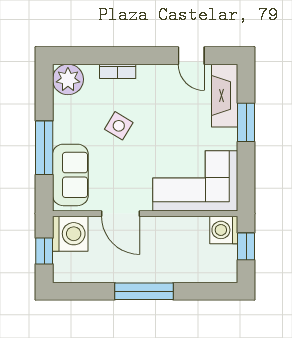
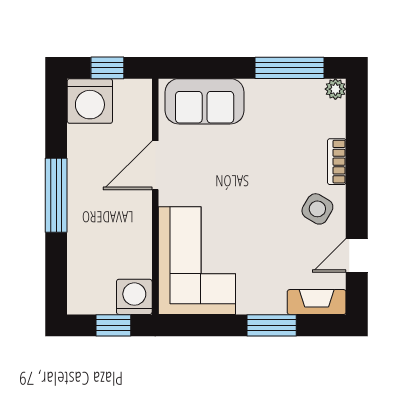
plant: (68, 79) -> (335, 89), width x0.53, depth x0.53
fireplace: (225, 96) -> (317, 302), width x0.73, depth x0.76
side table: (119, 126) -> (317, 209), moved
window: (44, 148) -> (290, 68), moved
washing machine: (70, 234) -> (90, 101), moved

